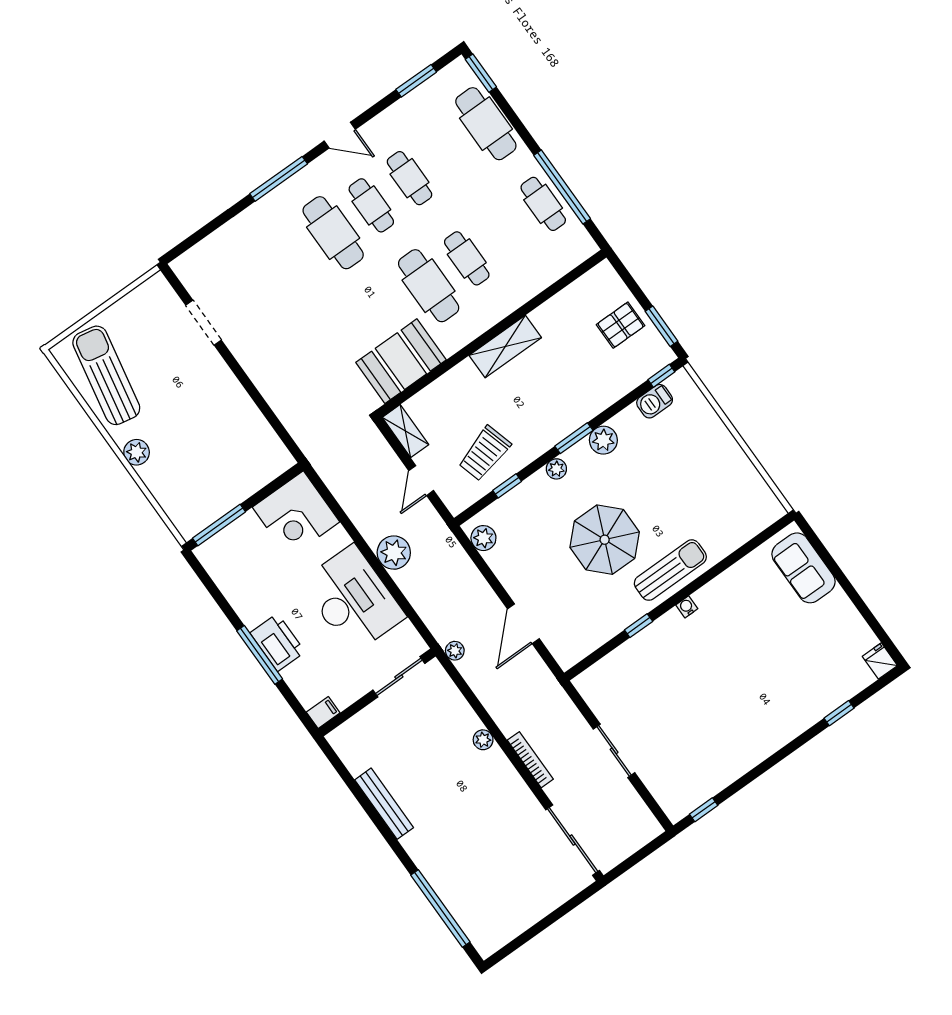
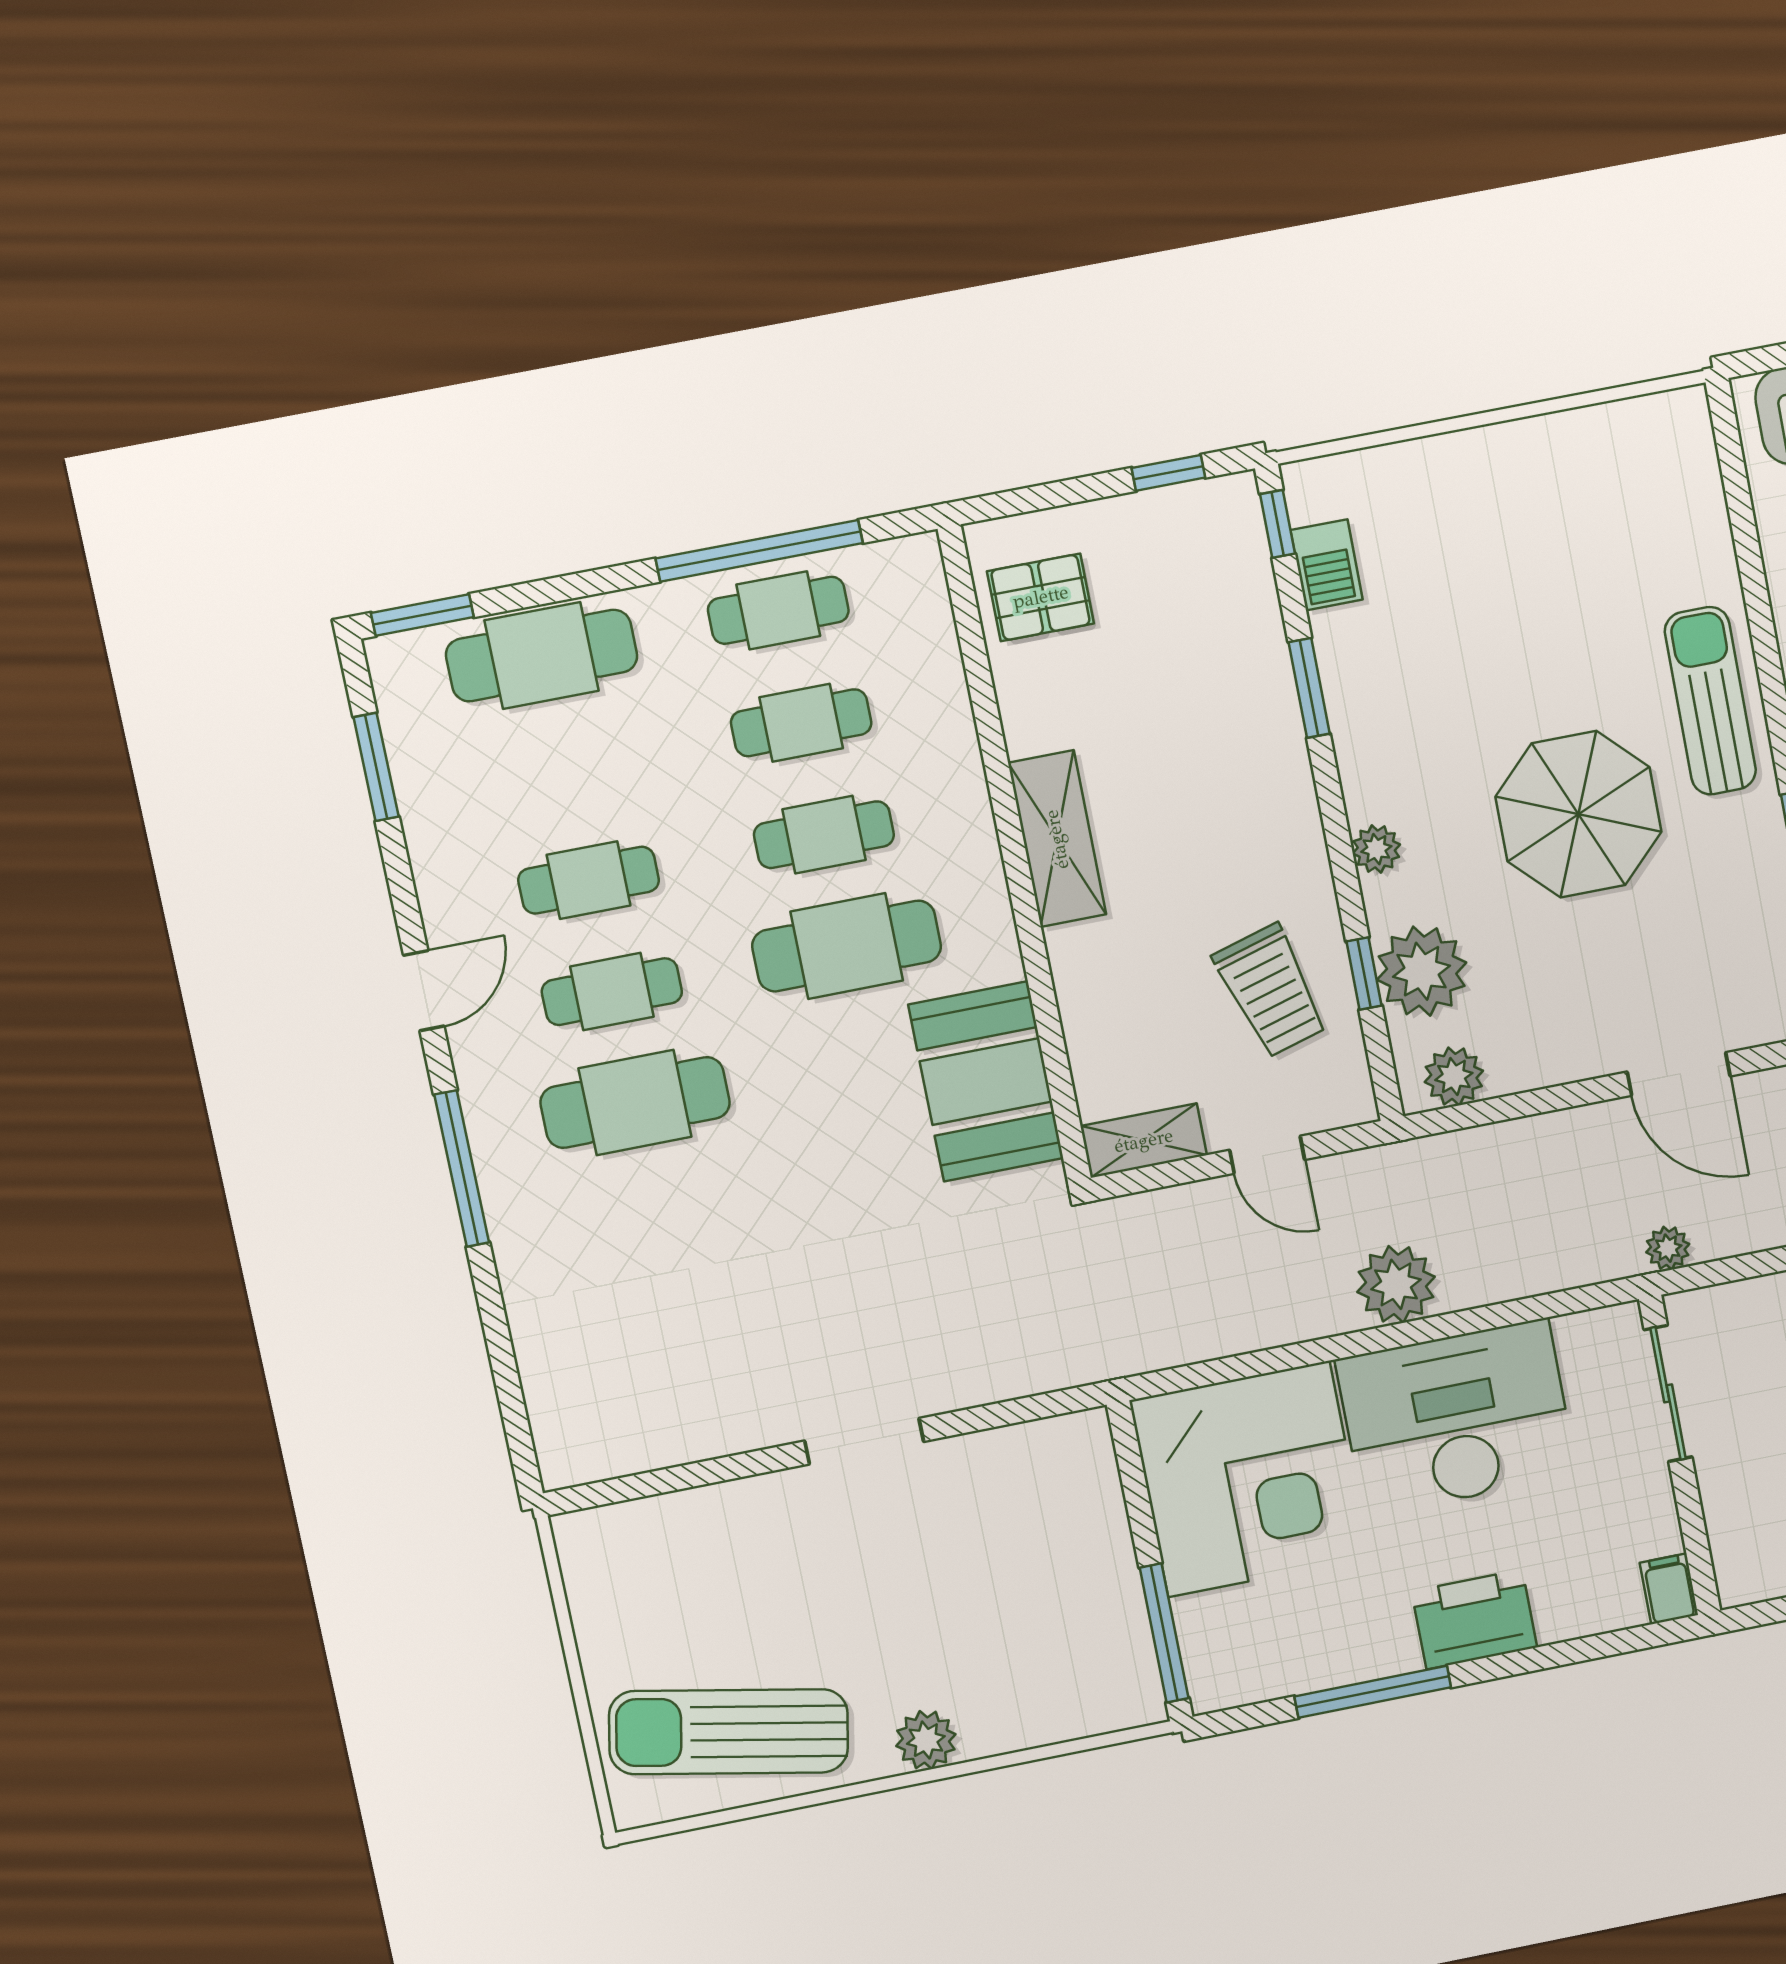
cafe table: (505, 231) -> (801, 723), added
doorway: (204, 323) -> (864, 1441), moved
pallet: (621, 325) -> (1041, 597), moved, turned 90
window: (661, 326) -> (1168, 473), width x0.67
window: (574, 438) -> (1309, 688), moved
plant: (603, 440) -> (1422, 971), moved, width x1.36, depth x1.36
corner desk: (296, 515) -> (1249, 1479), width x1.36, depth x1.36
window: (260, 655) -> (1373, 1692), moved

